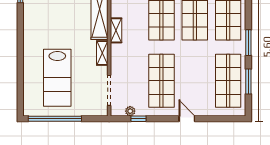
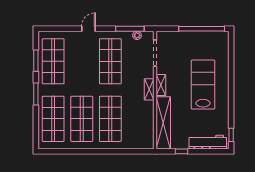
shelving: (116, 30) -> (149, 89), moved
lab bench: (57, 78) -> (203, 85), moved
window: (139, 119) -> (130, 29), width x2.17
door: (187, 119) -> (88, 29), swing flipped

